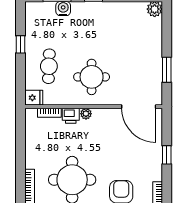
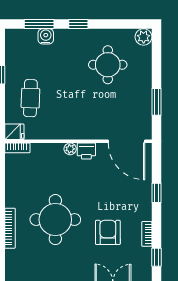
round table: (92, 77) -> (108, 65), moved
bookcase: (49, 113) -> (17, 148), moved
printer: (71, 116) -> (86, 151), moved

